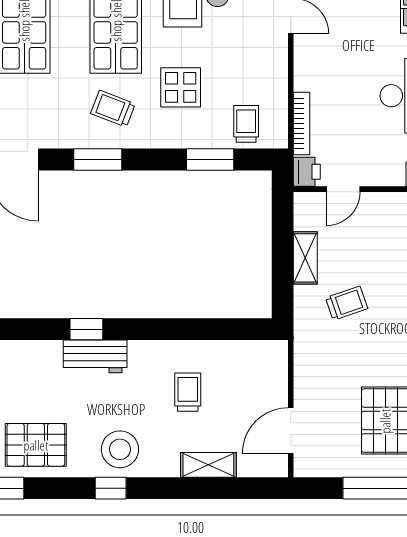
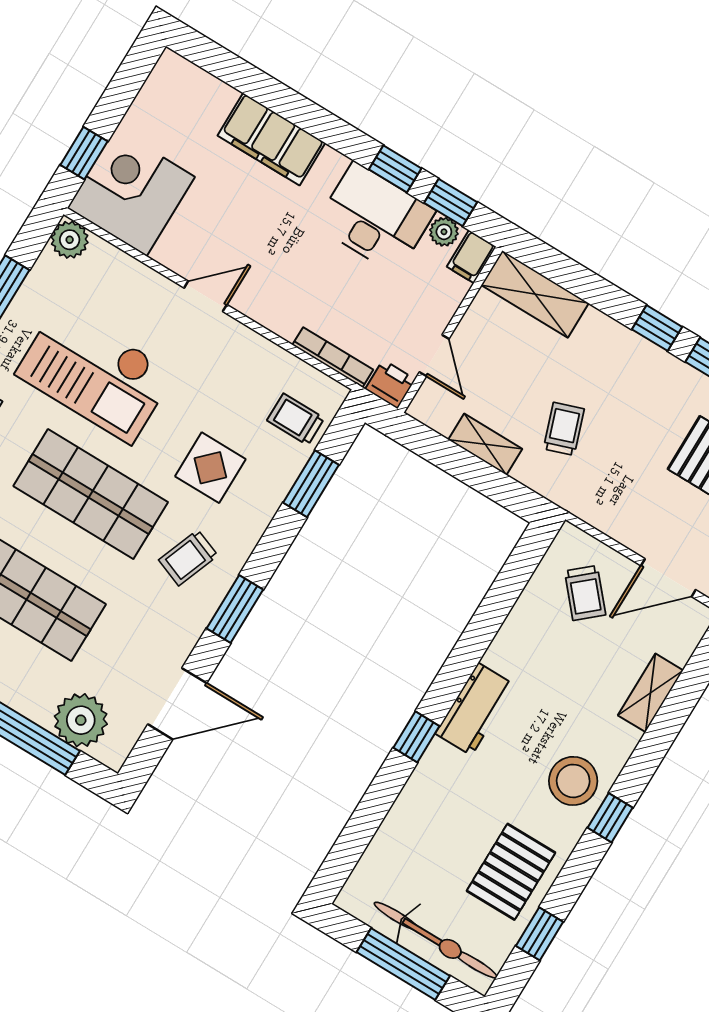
workbench: (95, 356) -> (475, 709), moved
trolley: (188, 392) -> (585, 593), moved, turned -131
door: (291, 431) -> (668, 578), hinge flipped

